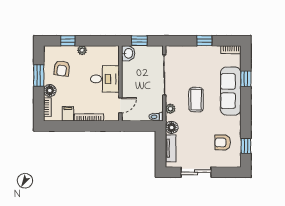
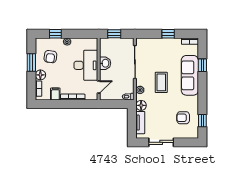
washbasin: (128, 53) -> (105, 63), moved
desk: (105, 79) -> (86, 65), width x1.37

